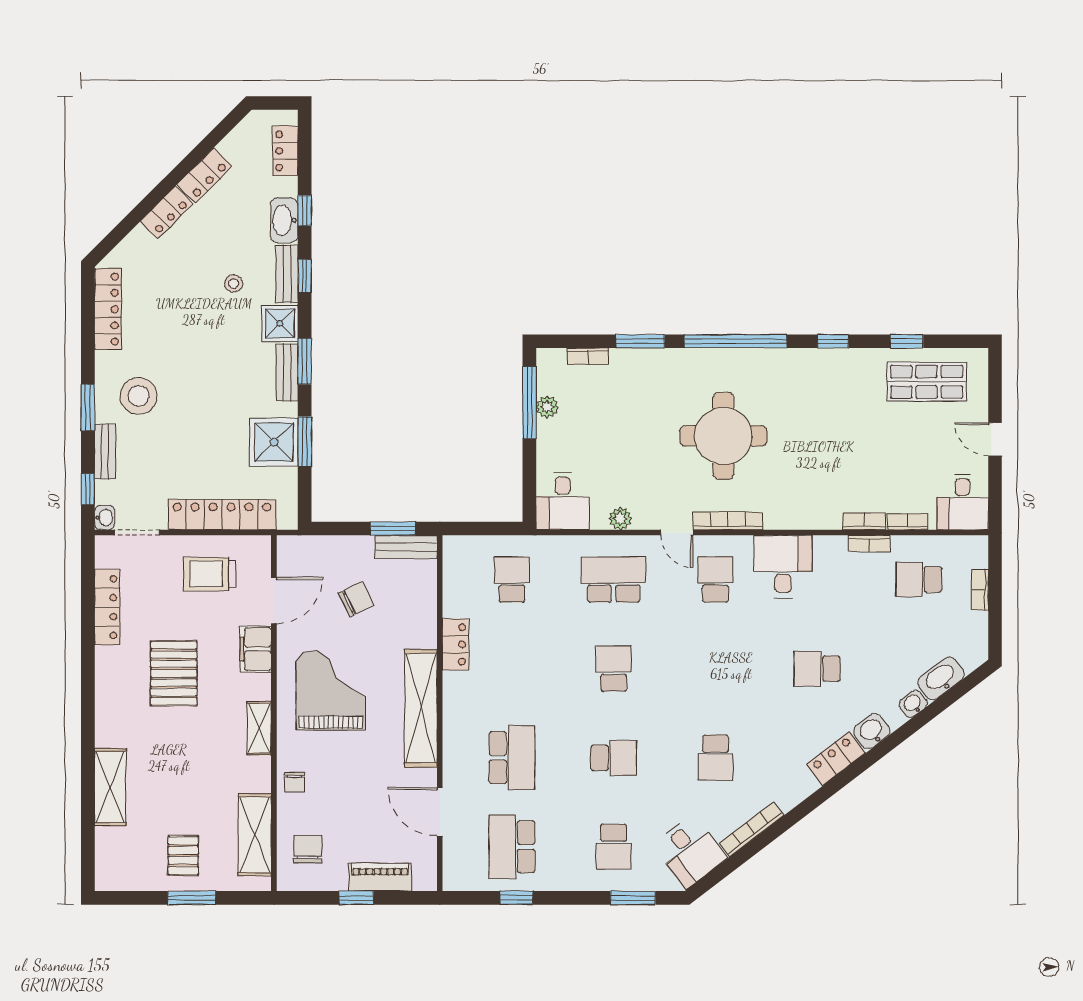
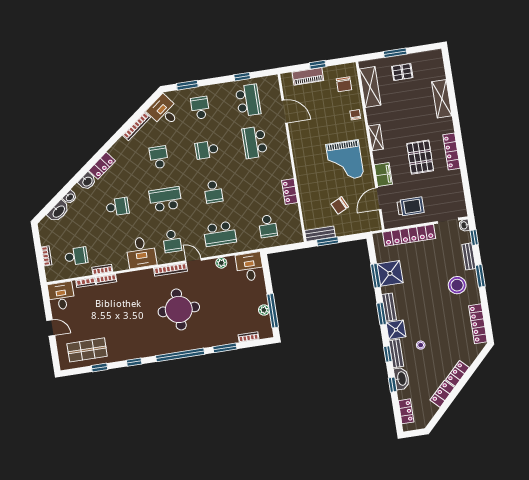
locker: (107, 607) -> (451, 152), moved
school desk: (715, 669) -> (165, 199), added
shelving: (421, 708) -> (301, 159), removed
pallet: (183, 855) -> (402, 72), turned 90

